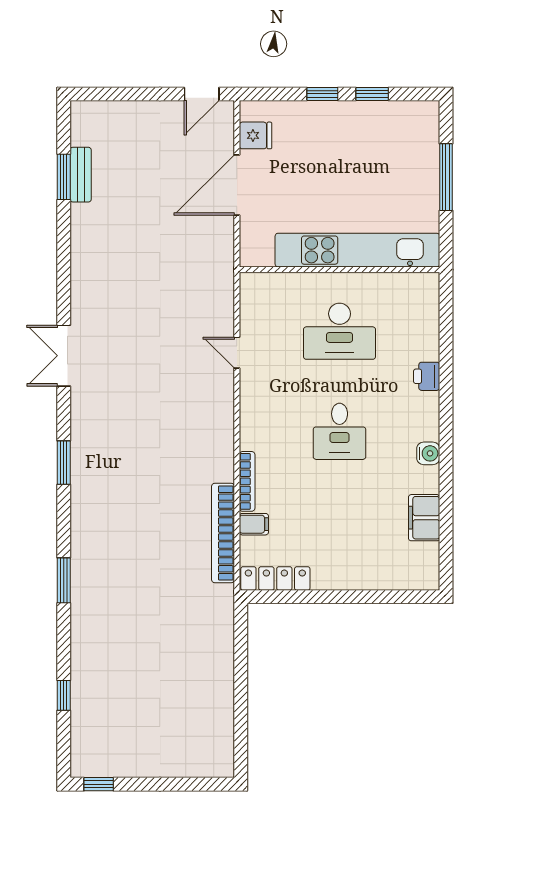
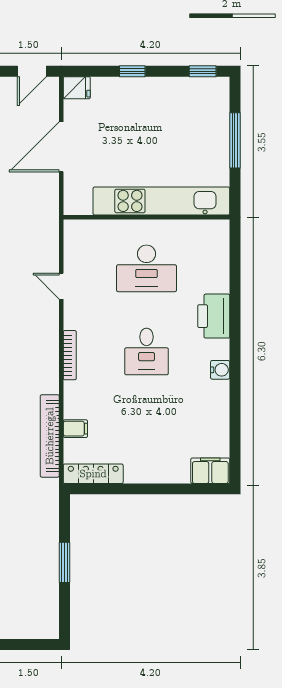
window: (372, 94) -> (203, 71), moved
fridge: (256, 135) -> (77, 88), moved
printer: (427, 376) -> (214, 316), width x1.87, depth x1.48
bookcase: (247, 481) -> (70, 355), moved
filing cabinet: (424, 518) -> (210, 471), moved, turned 90
window: (241, 685) -> (64, 562), added

